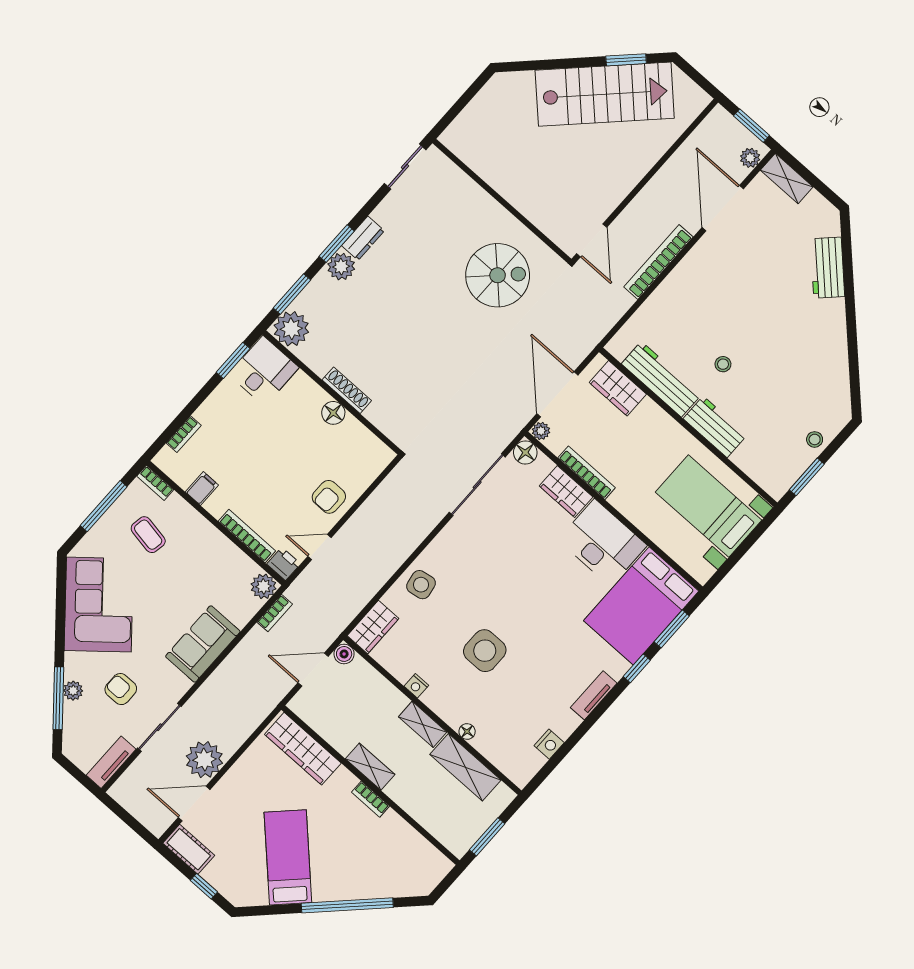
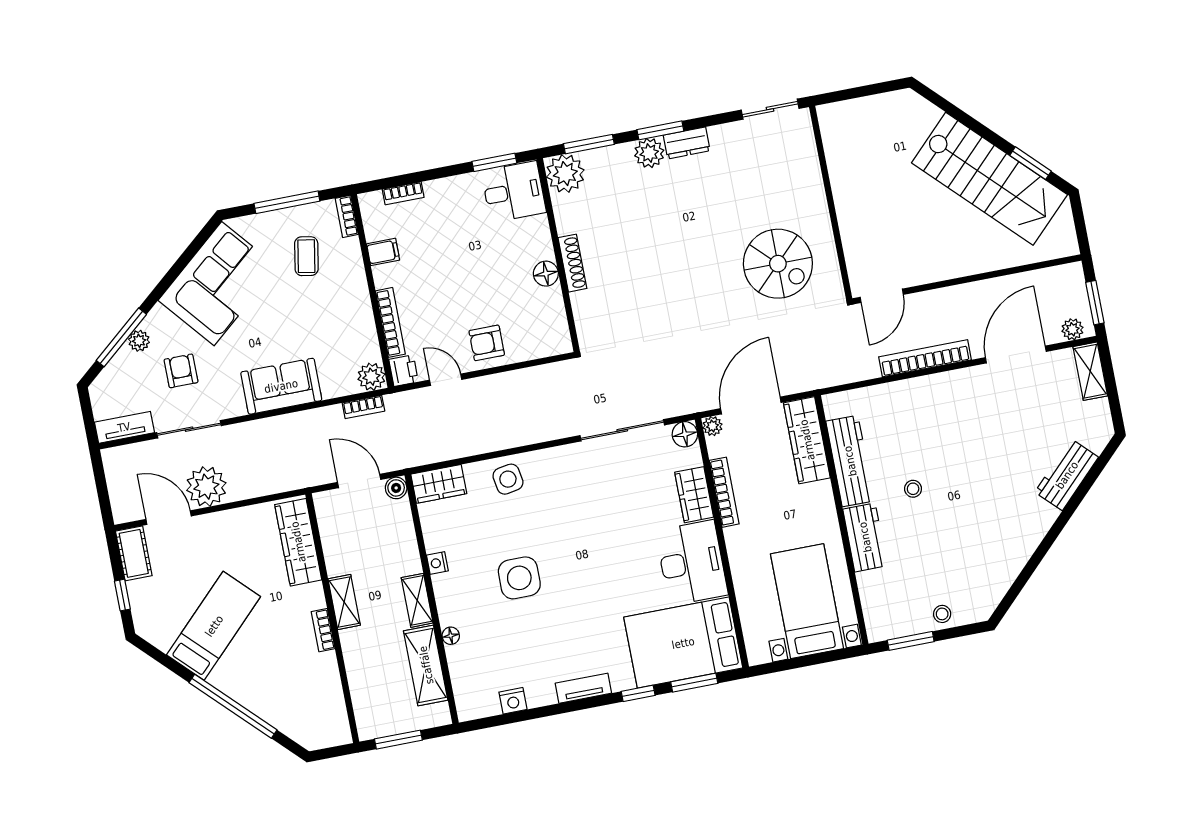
wardrobe: (618, 388) -> (807, 440), width x1.50

